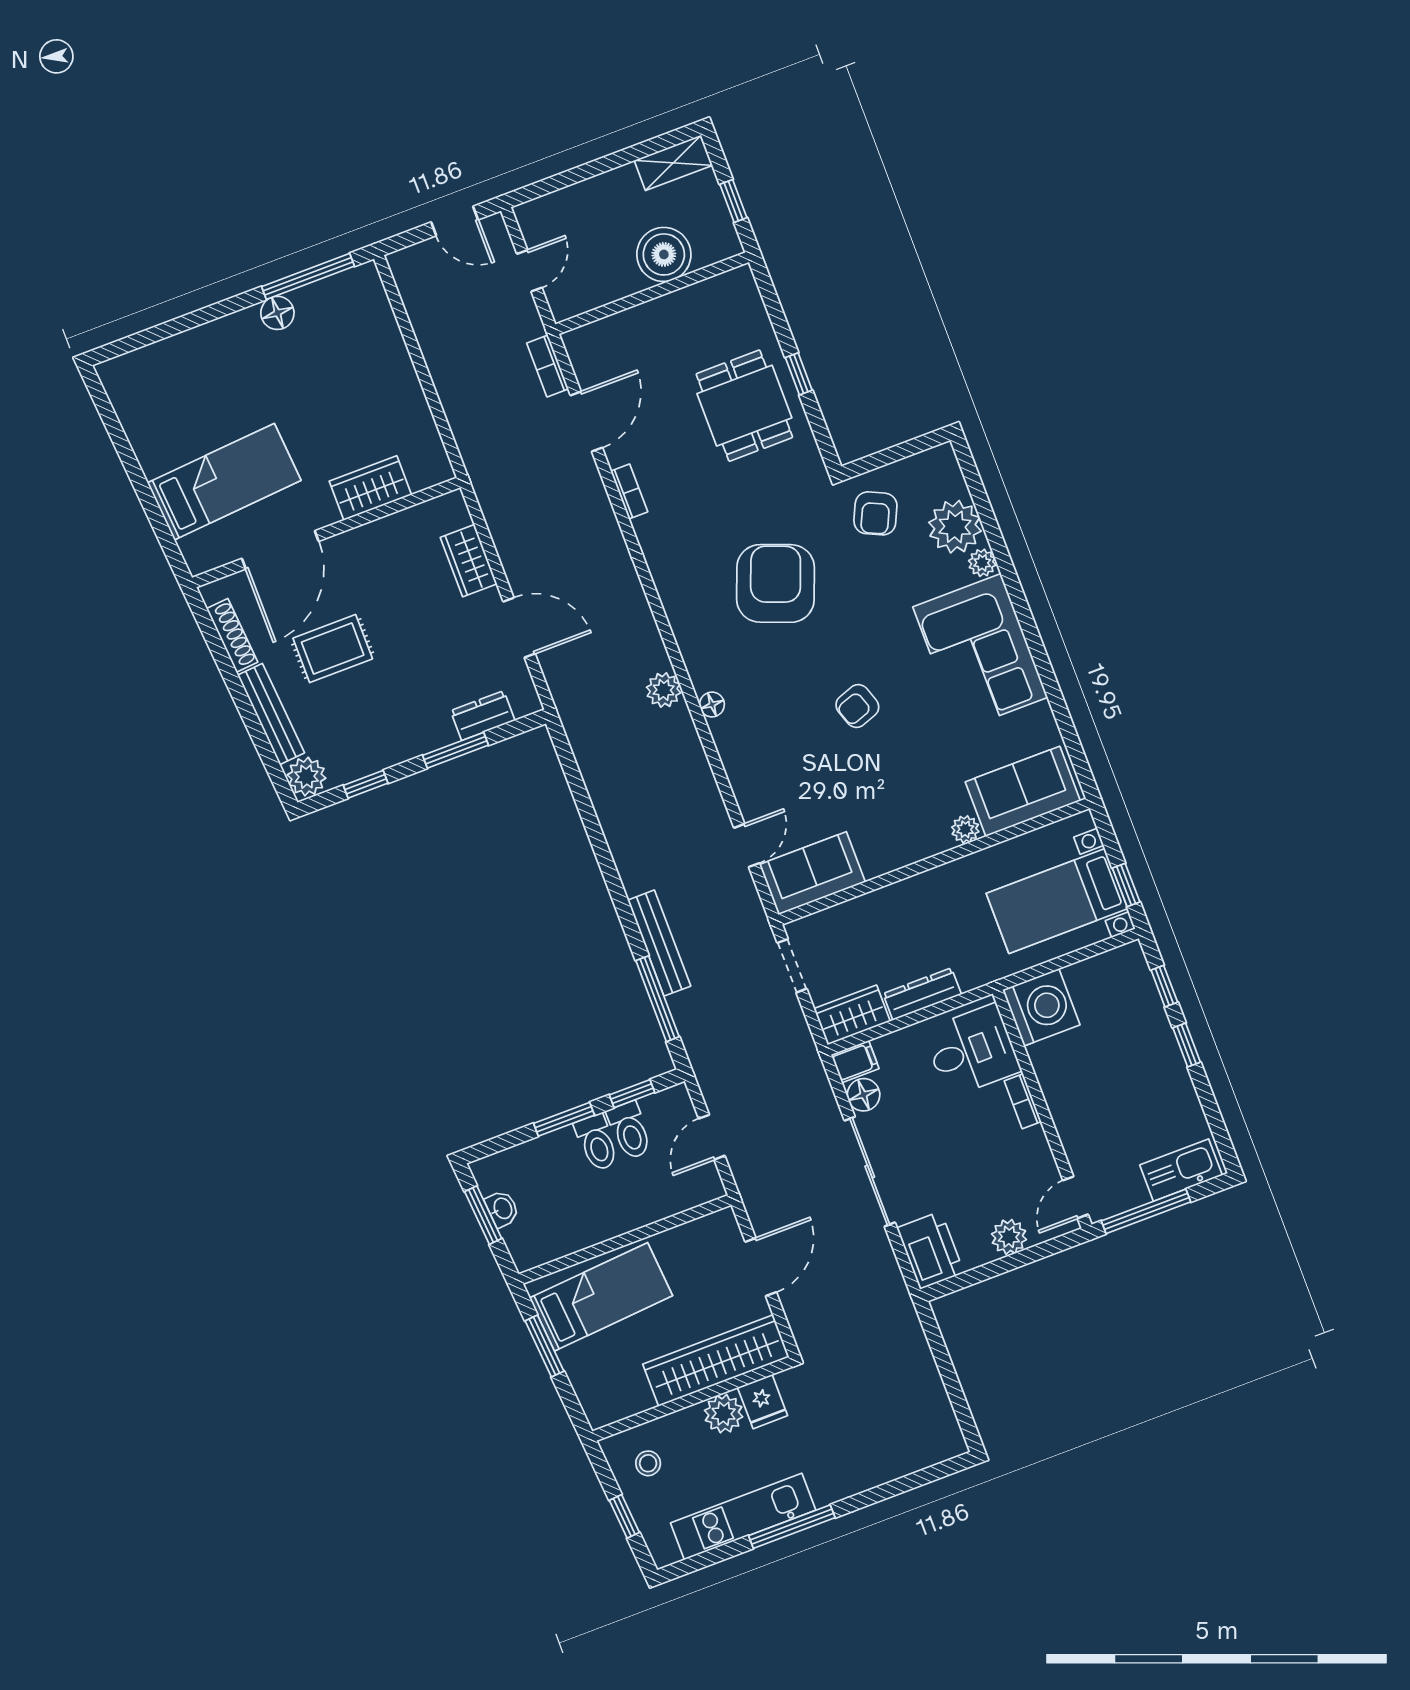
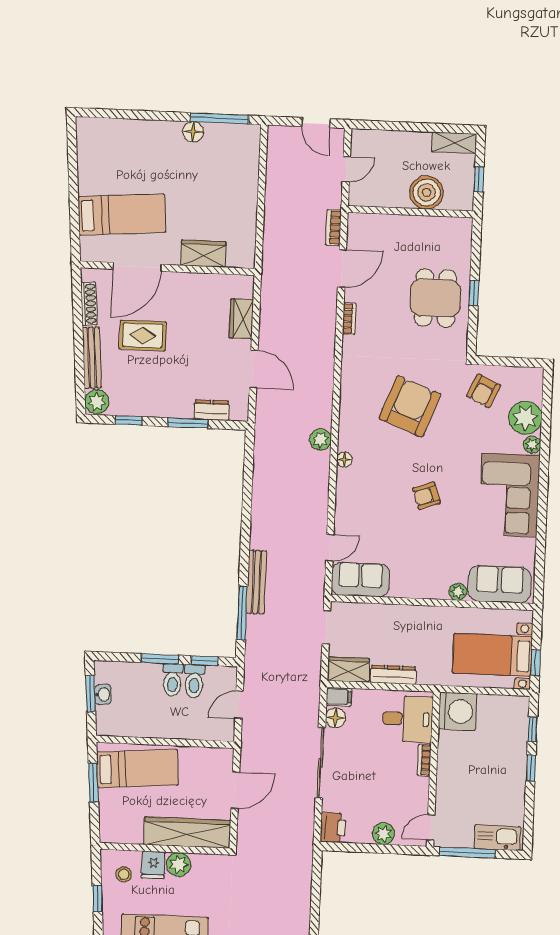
printer: (930, 1250) -> (333, 828), width x0.73, depth x0.84
fridge: (763, 1402) -> (153, 865), moved

